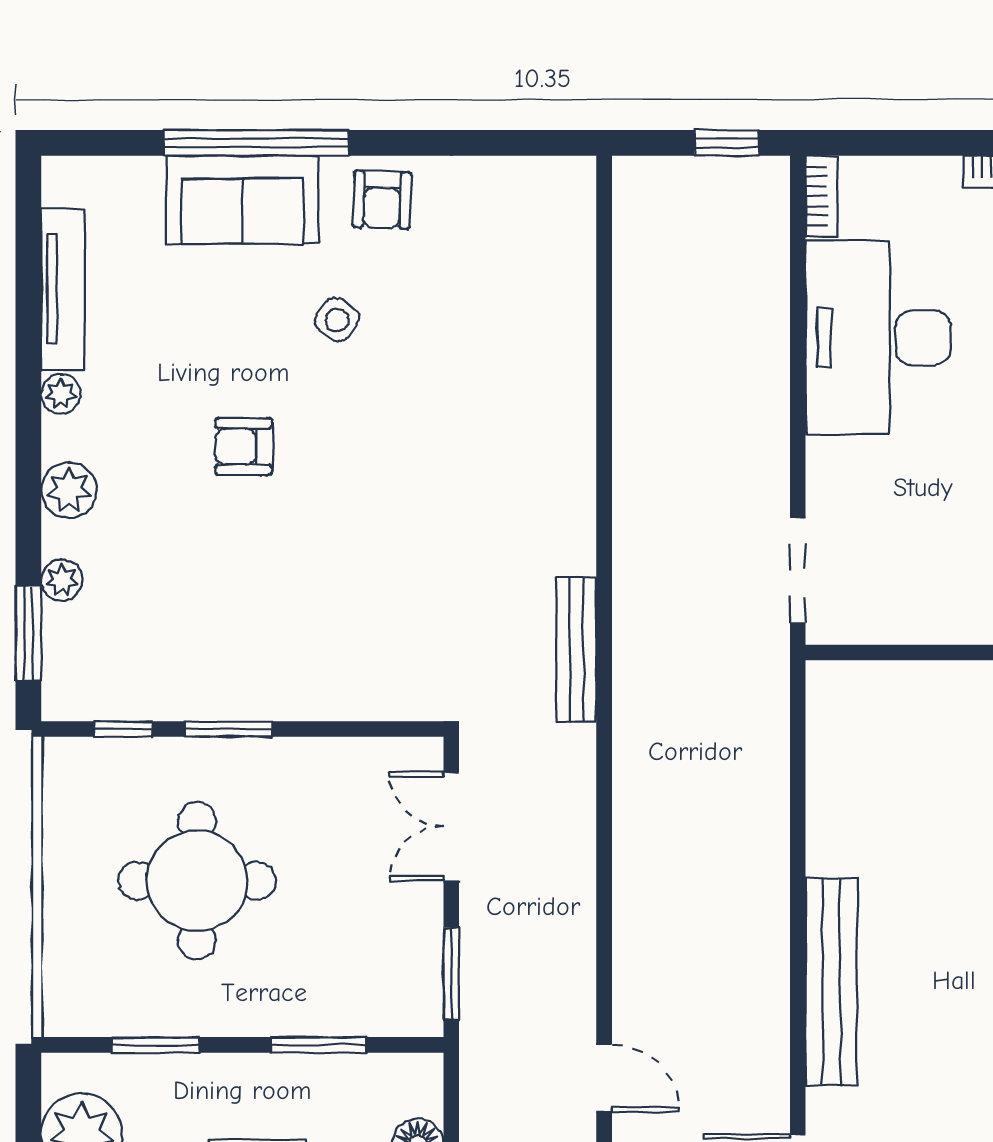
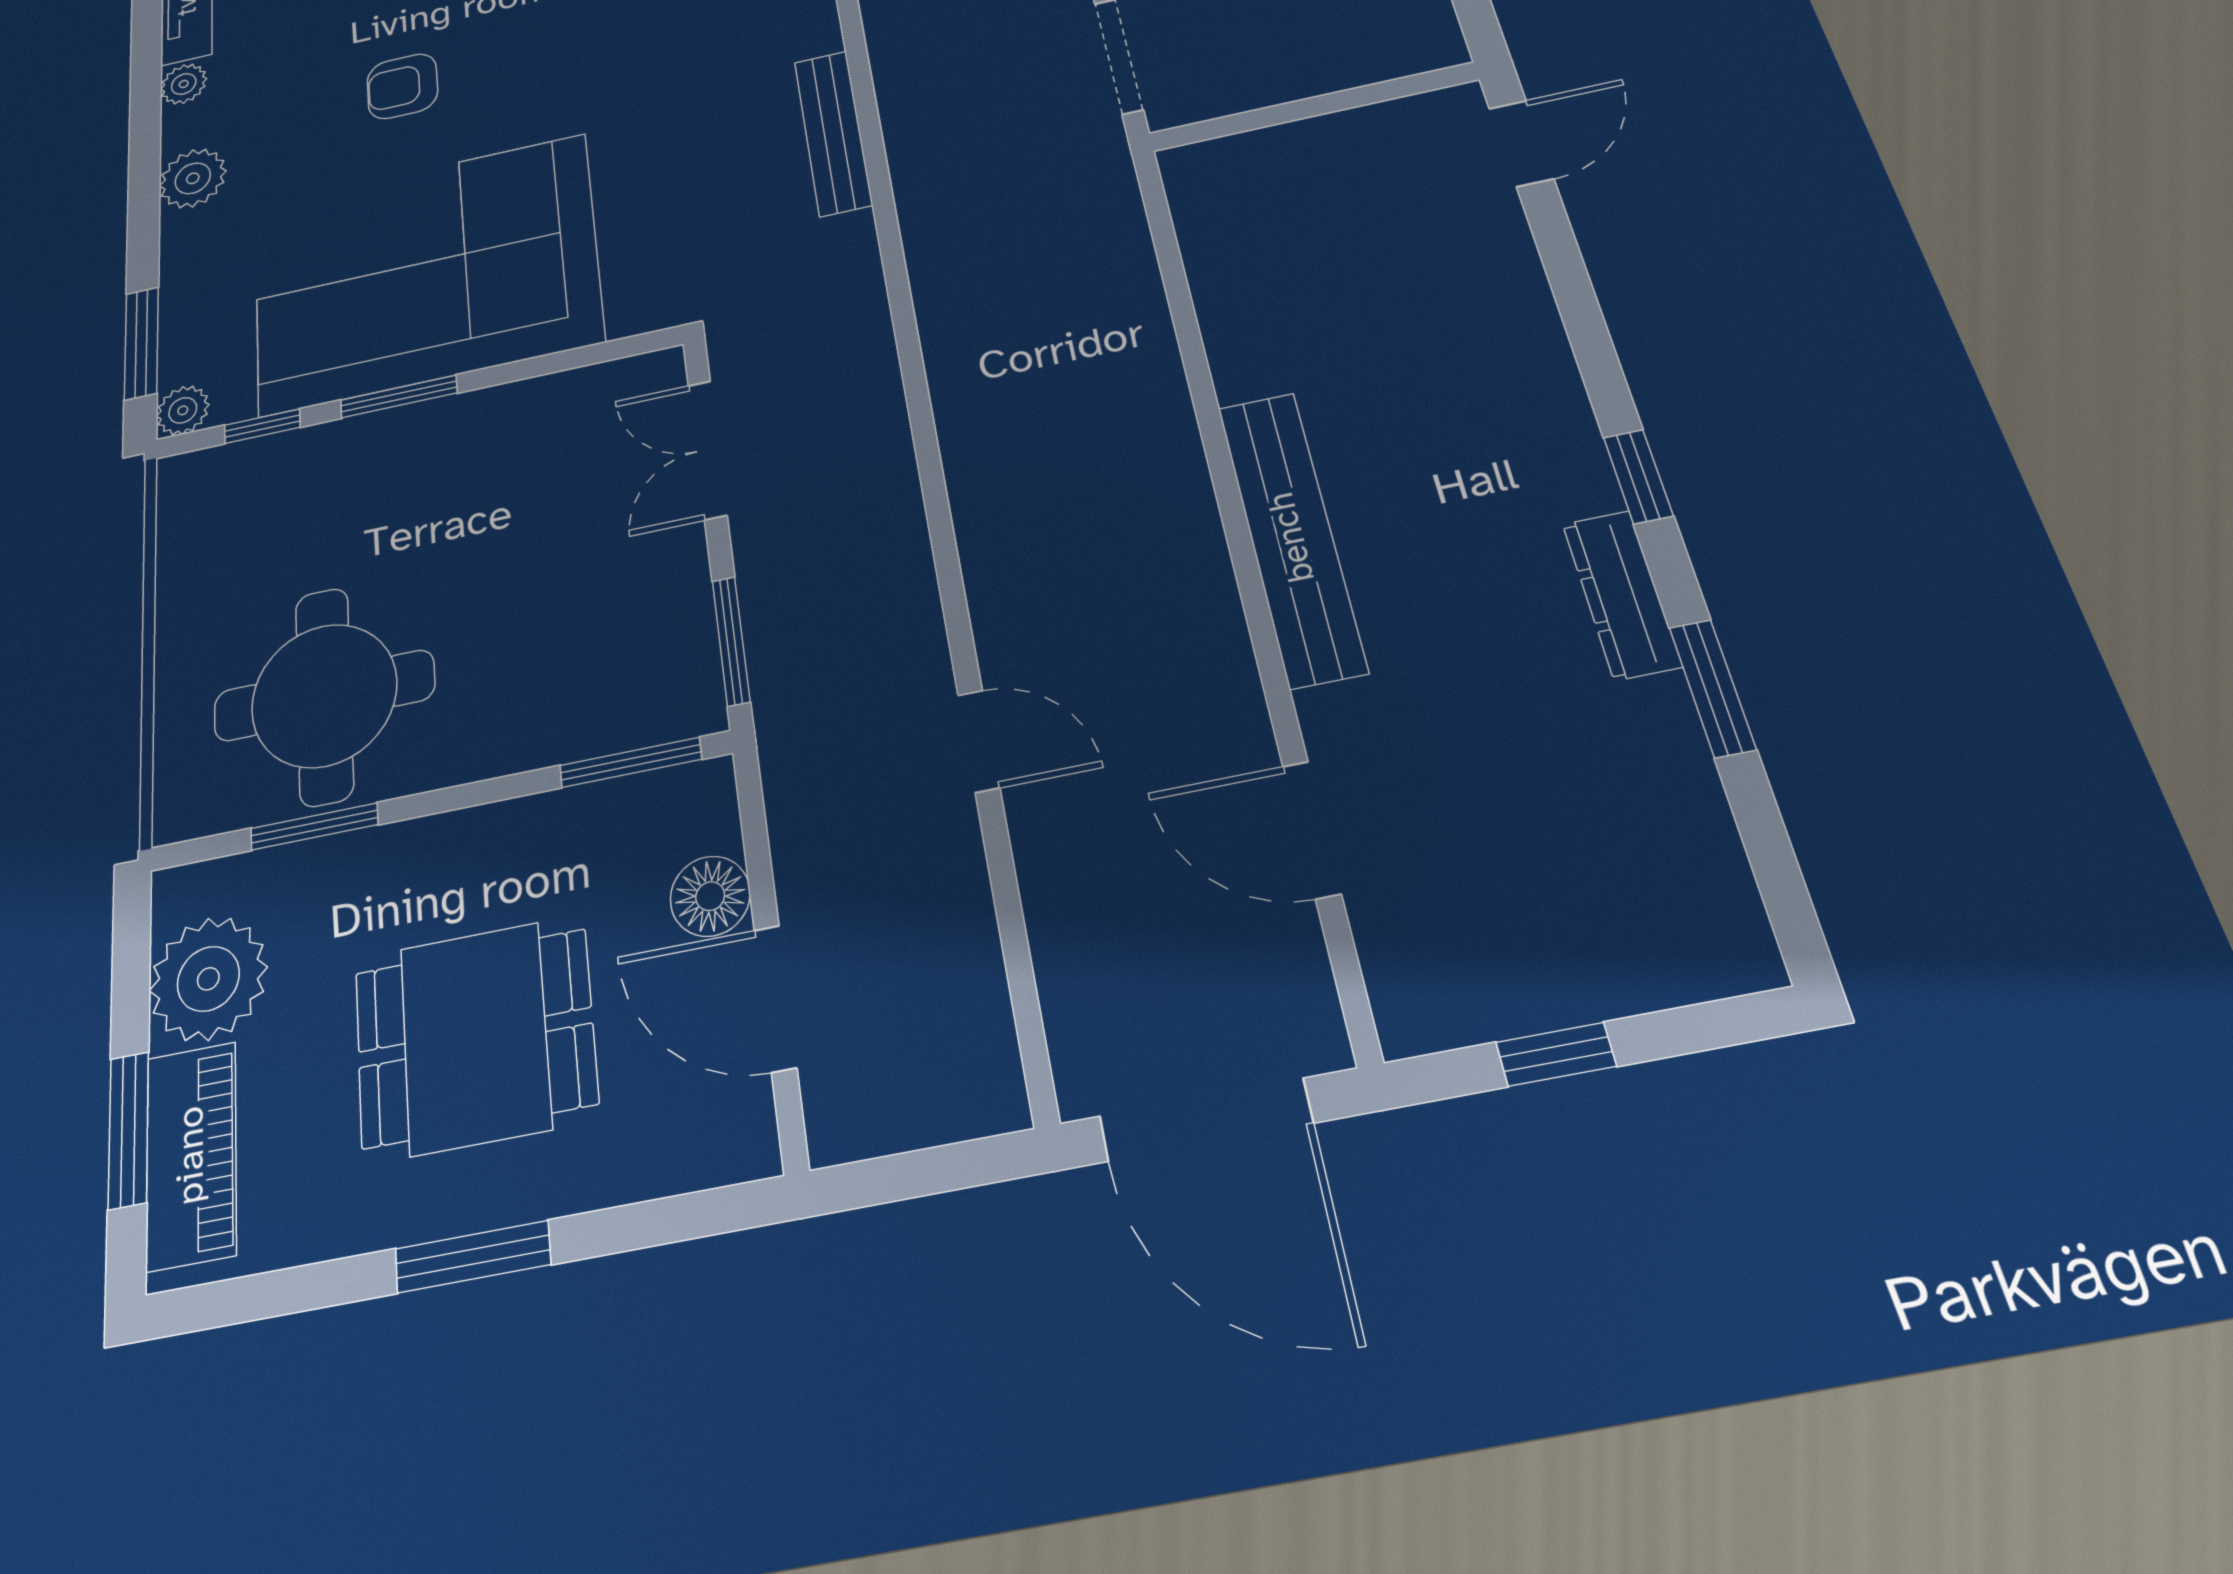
plant: (62, 580) -> (183, 410), moved
corner sofa: (254, 627) -> (425, 273), added
bench: (576, 650) -> (833, 133), moved
round table: (197, 881) -> (324, 695), moved
window: (319, 1045) -> (631, 762), moved

